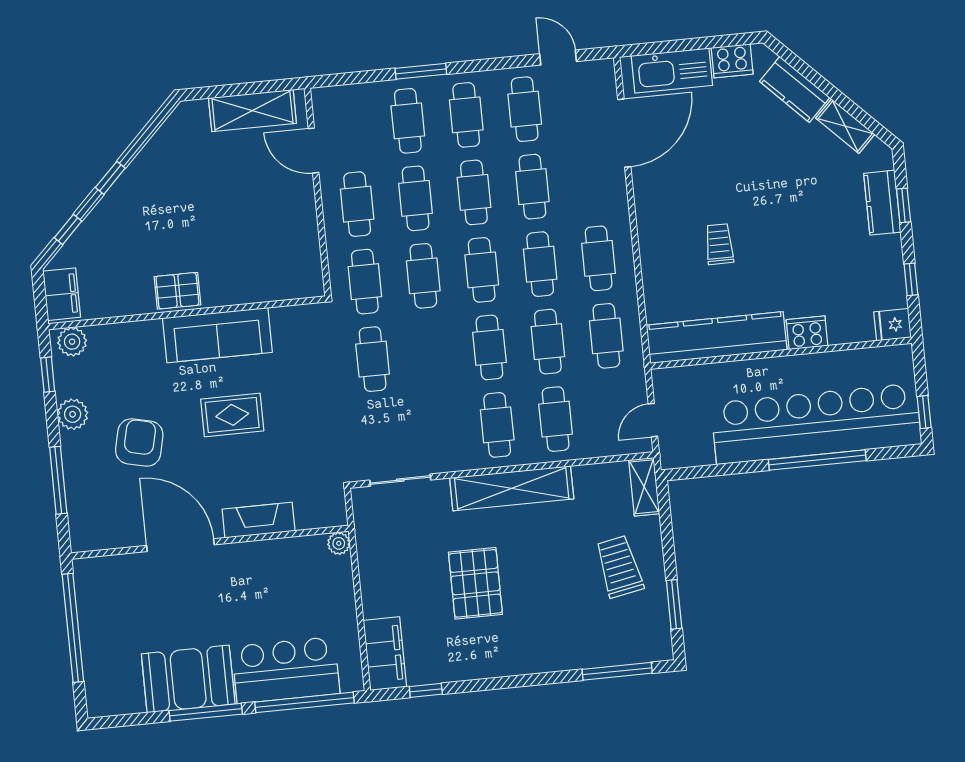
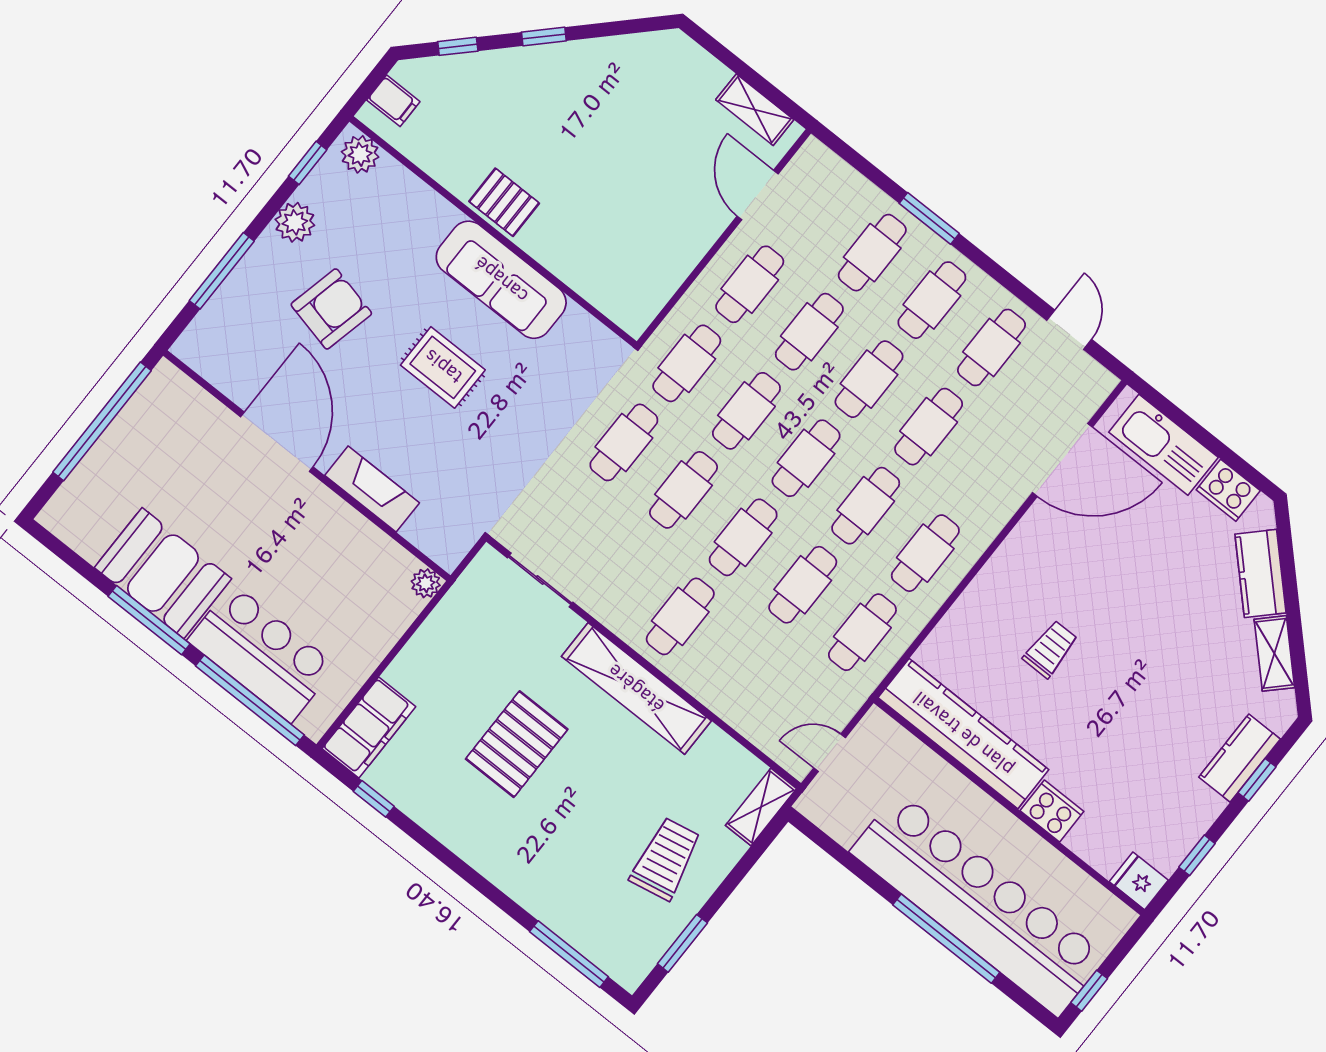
shelving: (252, 111) -> (755, 110), width x0.67, depth x0.75
filing cabinet: (62, 294) -> (393, 101), width x0.50
cafe table: (556, 419) -> (684, 490), moved

